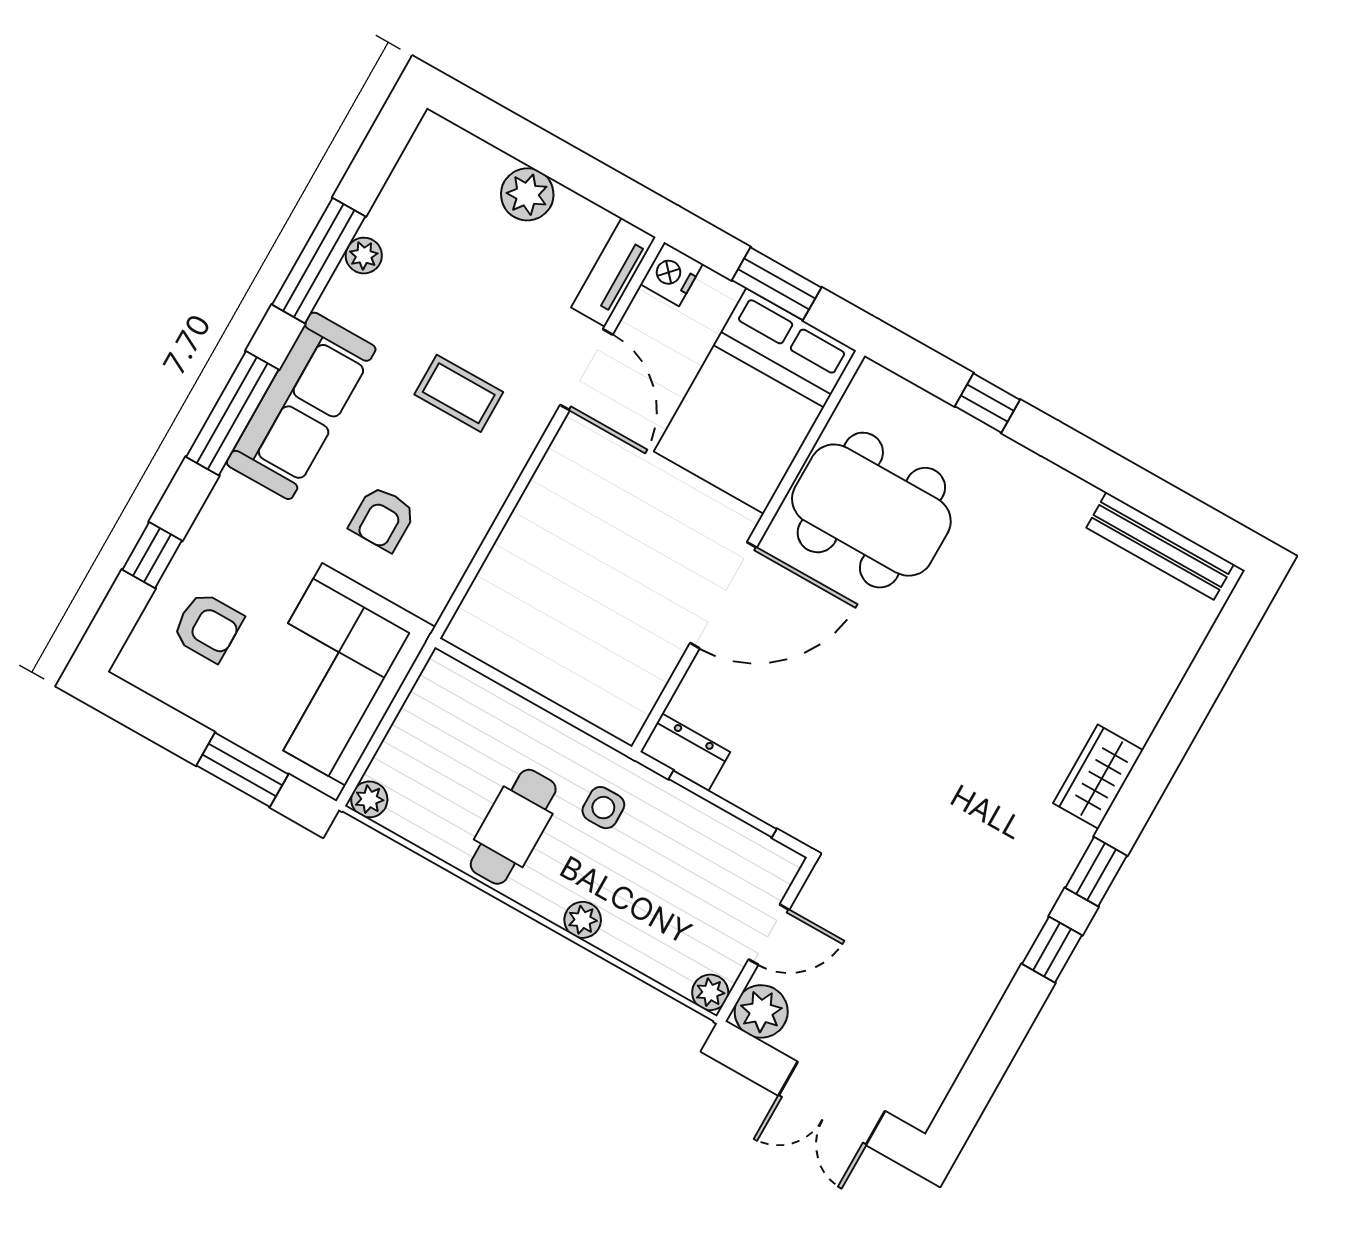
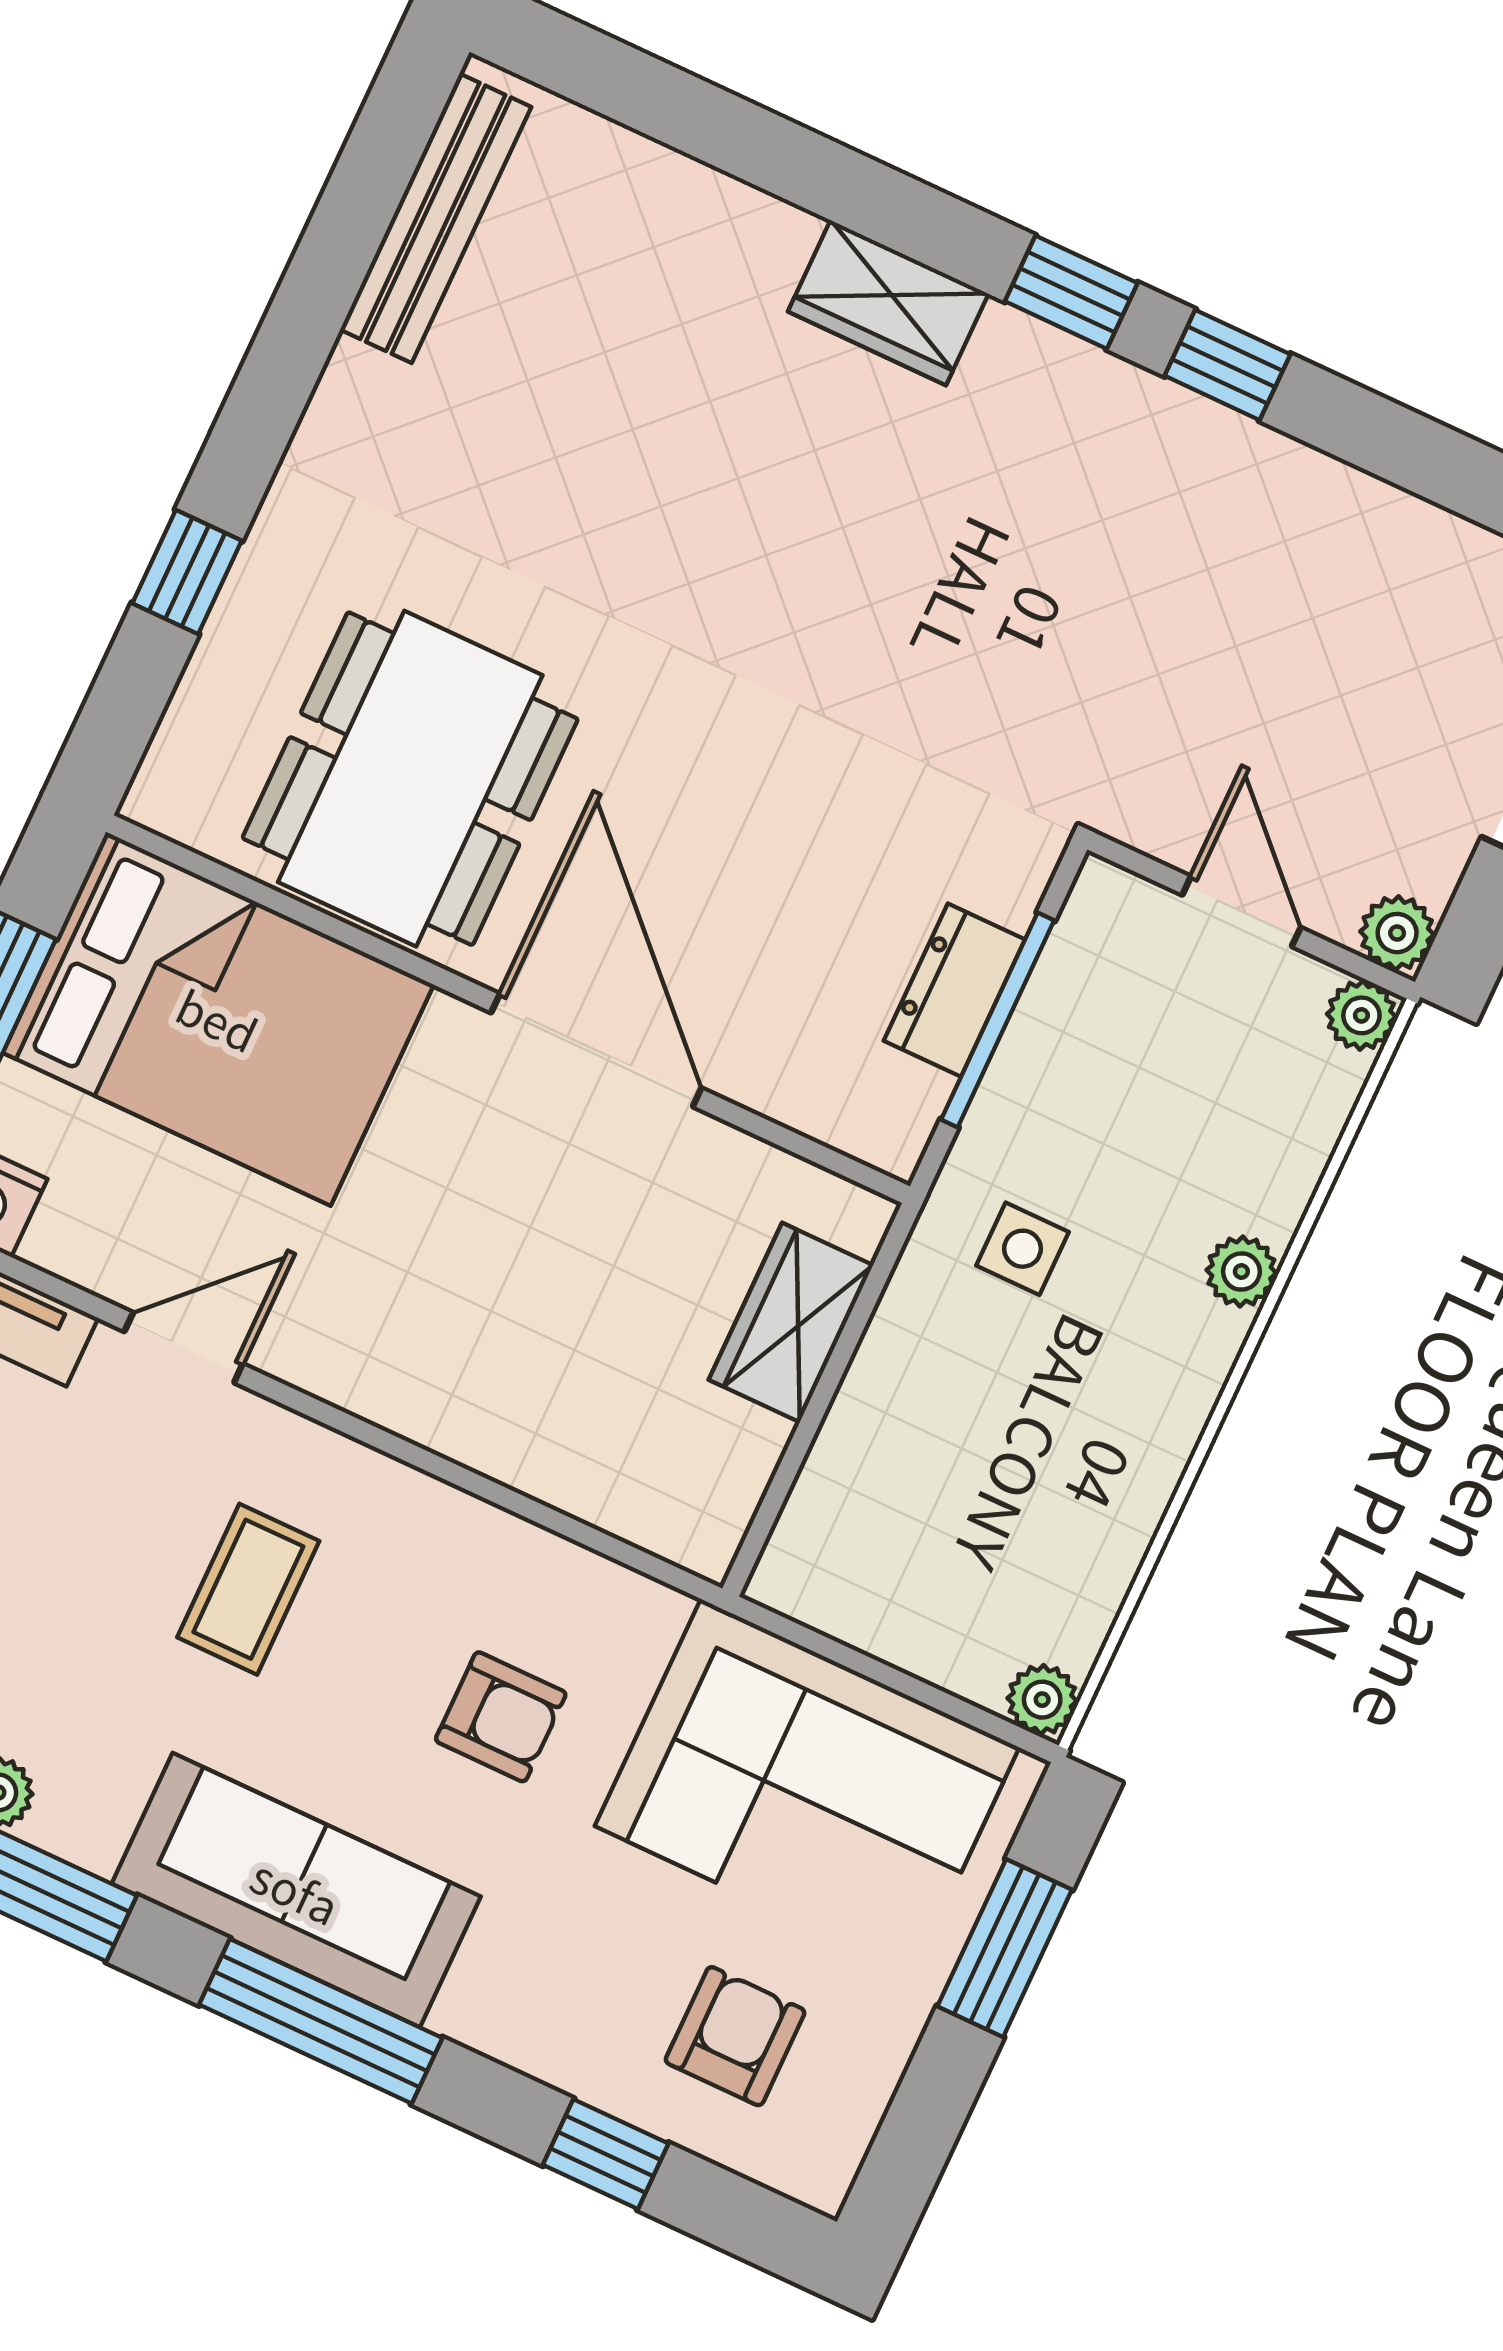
door: (586, 370) -> (184, 1348), width x0.73
wardrobe: (575, 685) -> (791, 1323), added
dresser: (685, 752) -> (954, 990), moved
cafe table: (513, 827) -> (1073, 1419), removed
plant: (761, 1011) -> (1397, 933), width x0.73, depth x0.73

